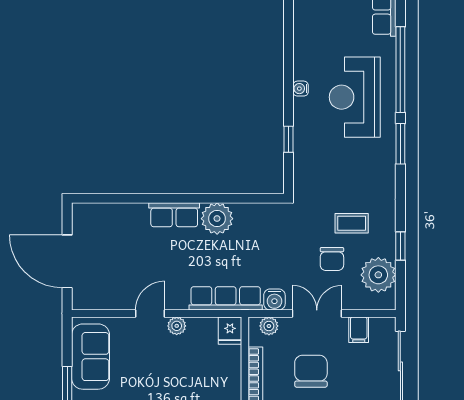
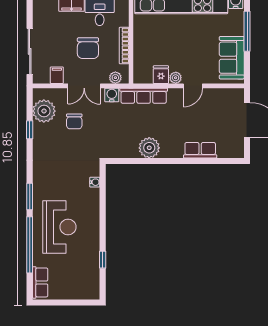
water cooler: (301, 89) -> (95, 182), moved
window: (288, 139) -> (103, 260), moved
row of seats: (174, 215) -> (200, 150), moved
coffee table: (352, 223) -> (61, 145), removed
chair: (332, 259) -> (74, 121), turned 180
fridge: (230, 331) -> (161, 75), moved

